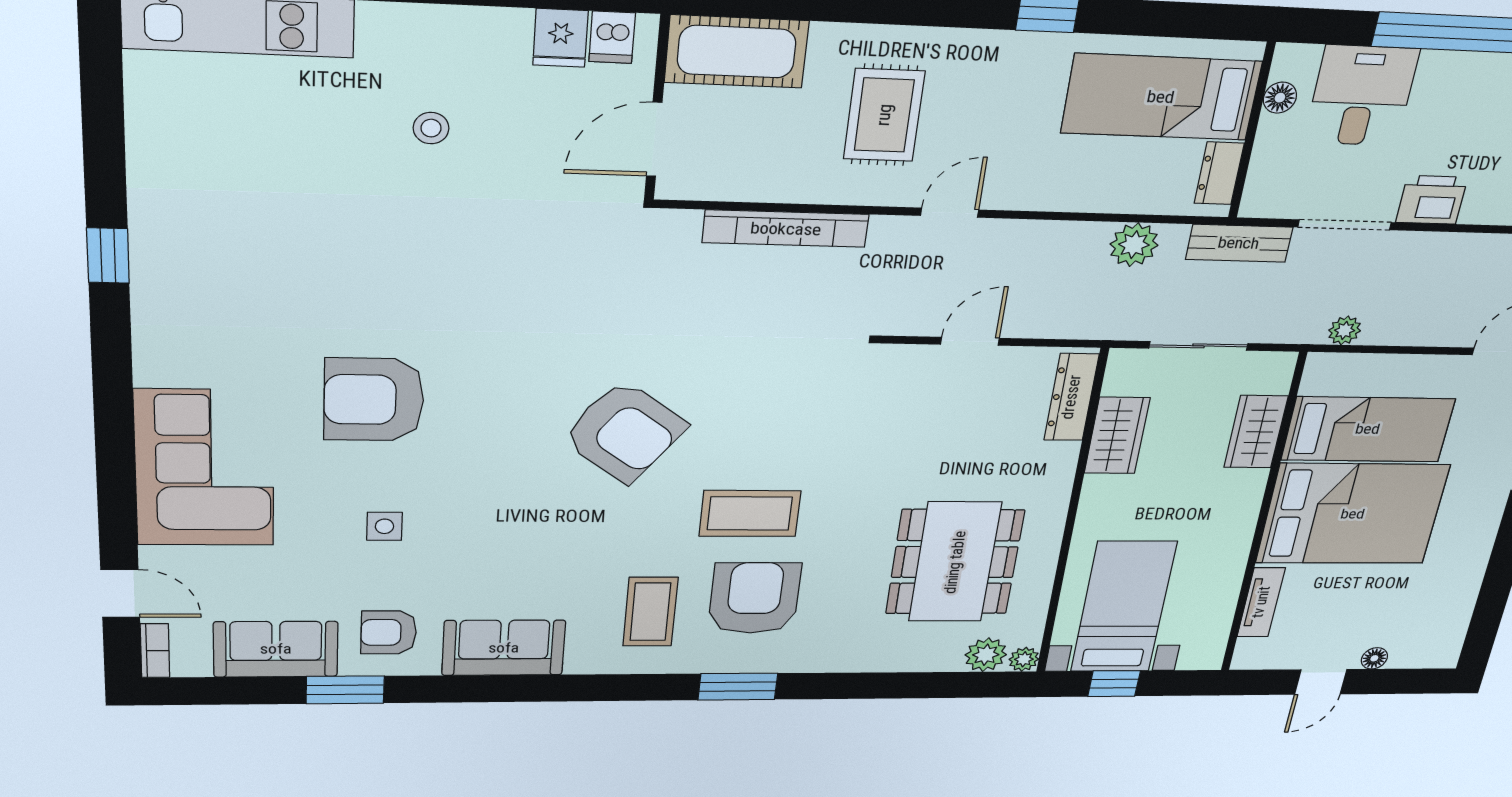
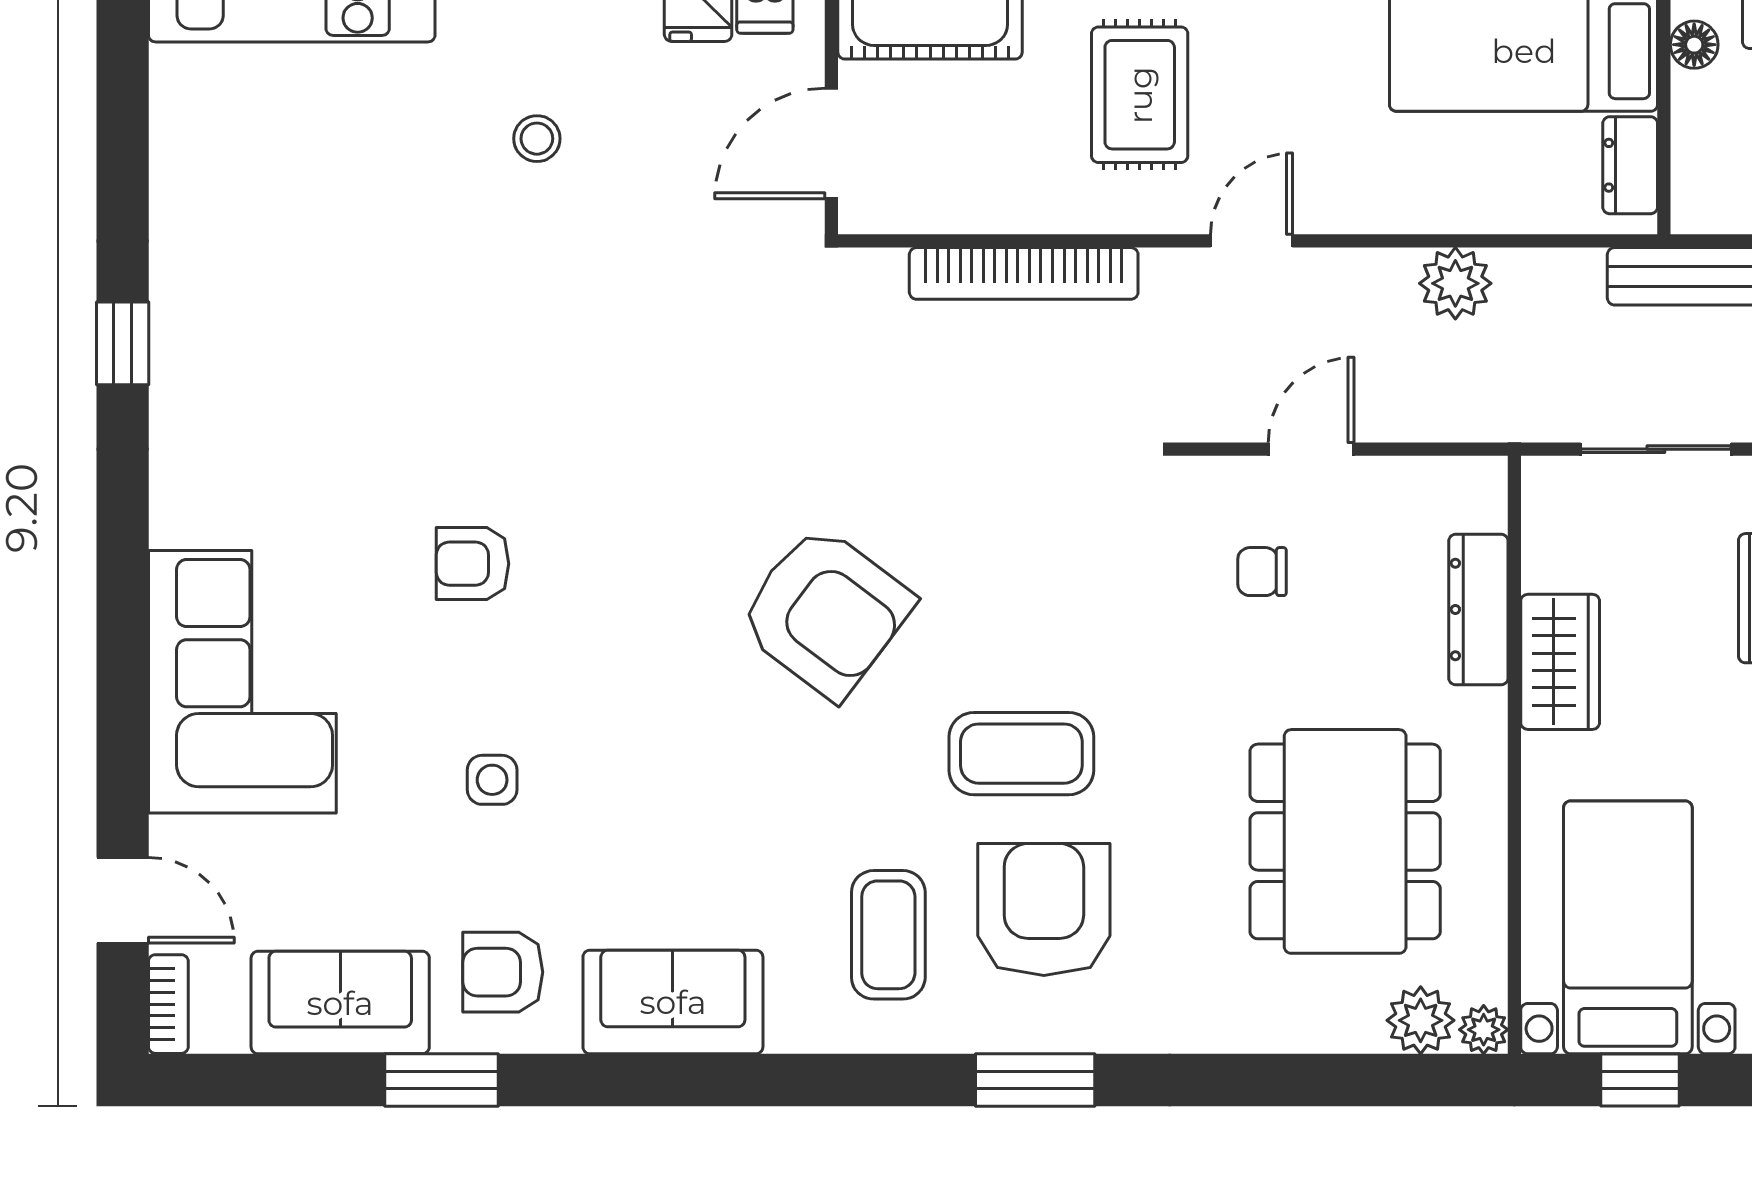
plant: (1134, 245) -> (1455, 283), moved
dresser: (1071, 397) -> (1478, 610), moved
armchair: (374, 400) -> (473, 564), width x0.53, depth x0.53
chair: (925, 412) -> (1262, 572), added
wardrobe: (1117, 435) -> (1560, 662), moved

